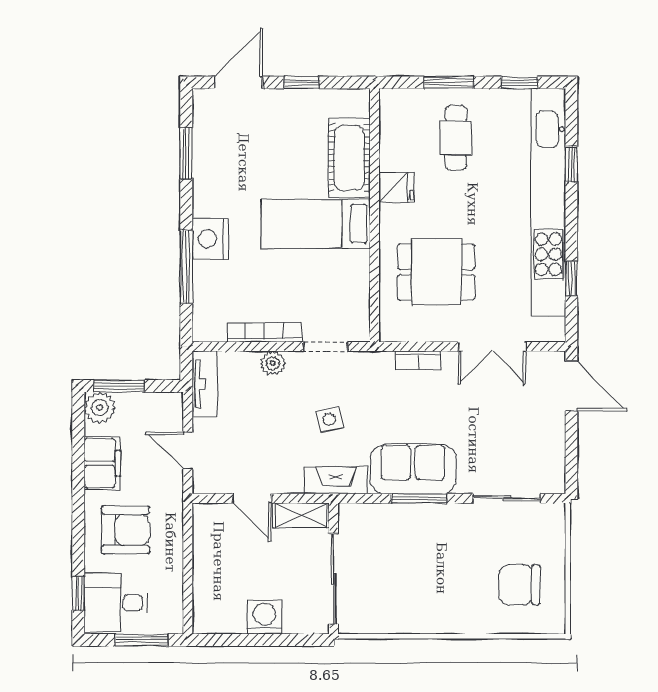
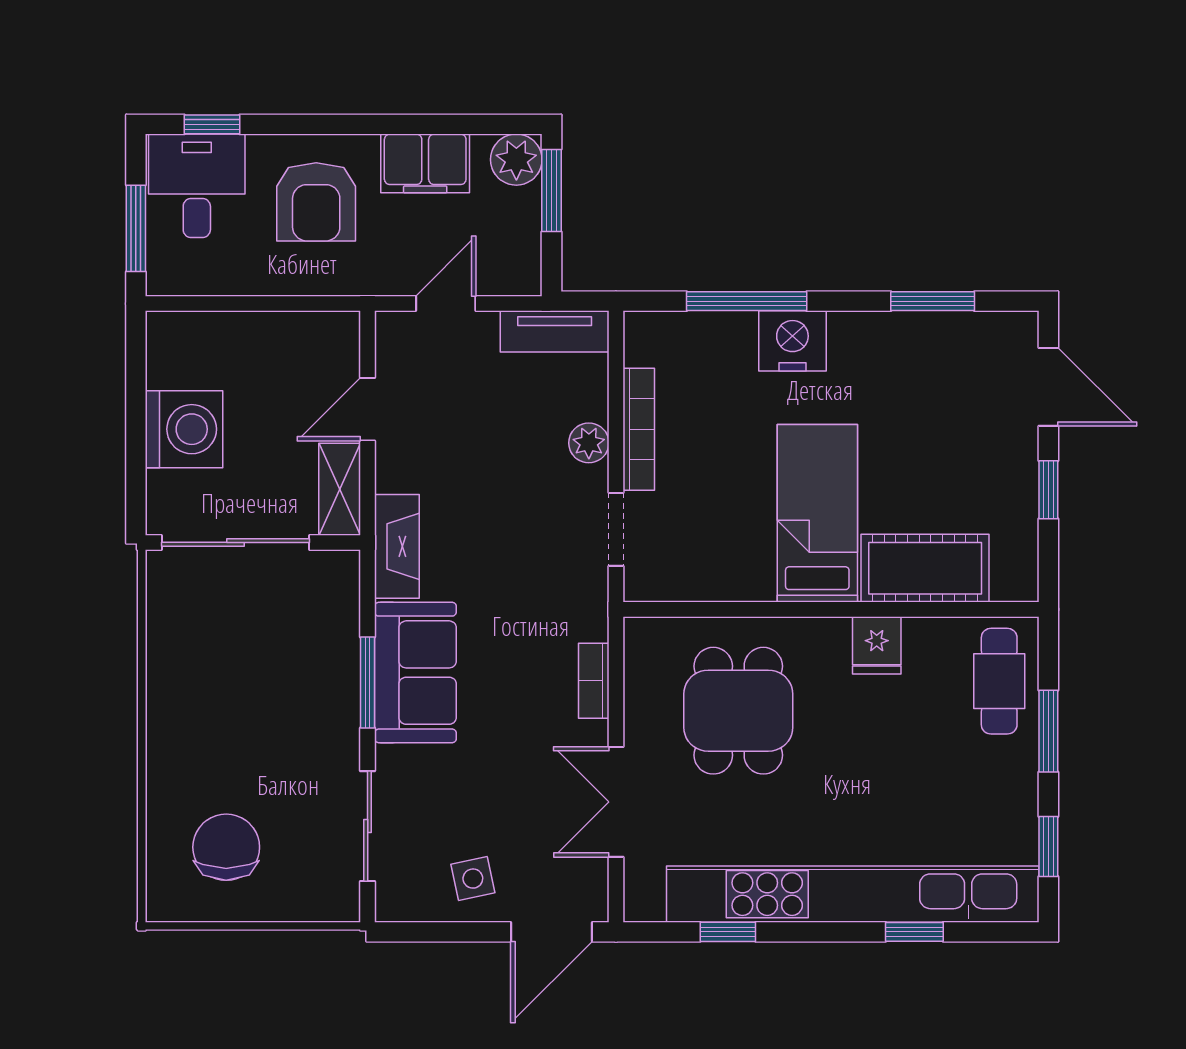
cafe table: (456, 138) -> (999, 681), moved, turned 90
side table: (329, 419) -> (473, 879), moved
washing machine: (264, 617) -> (184, 429), width x1.37, depth x1.37

